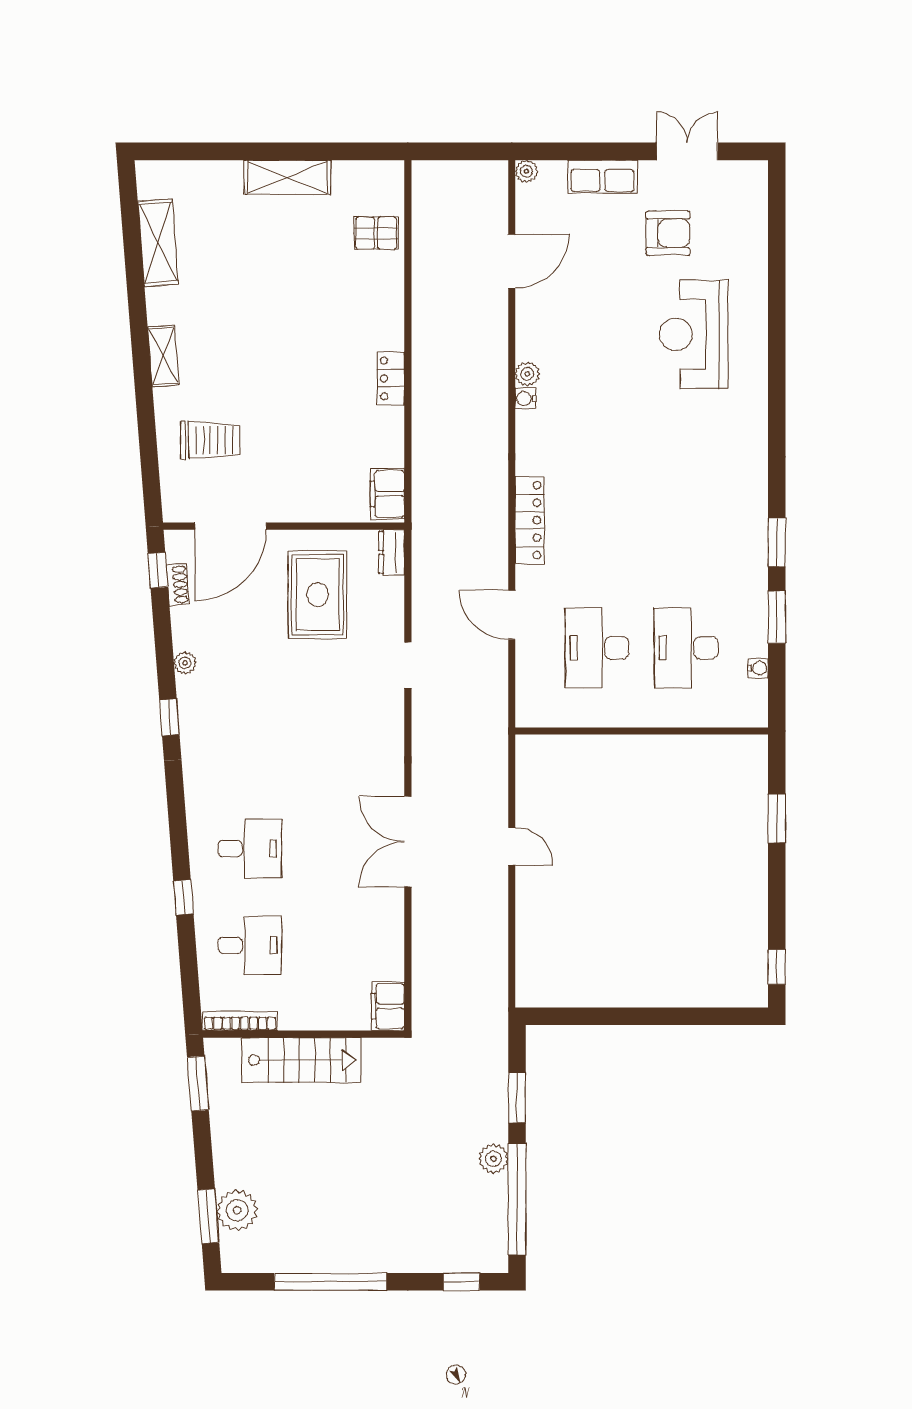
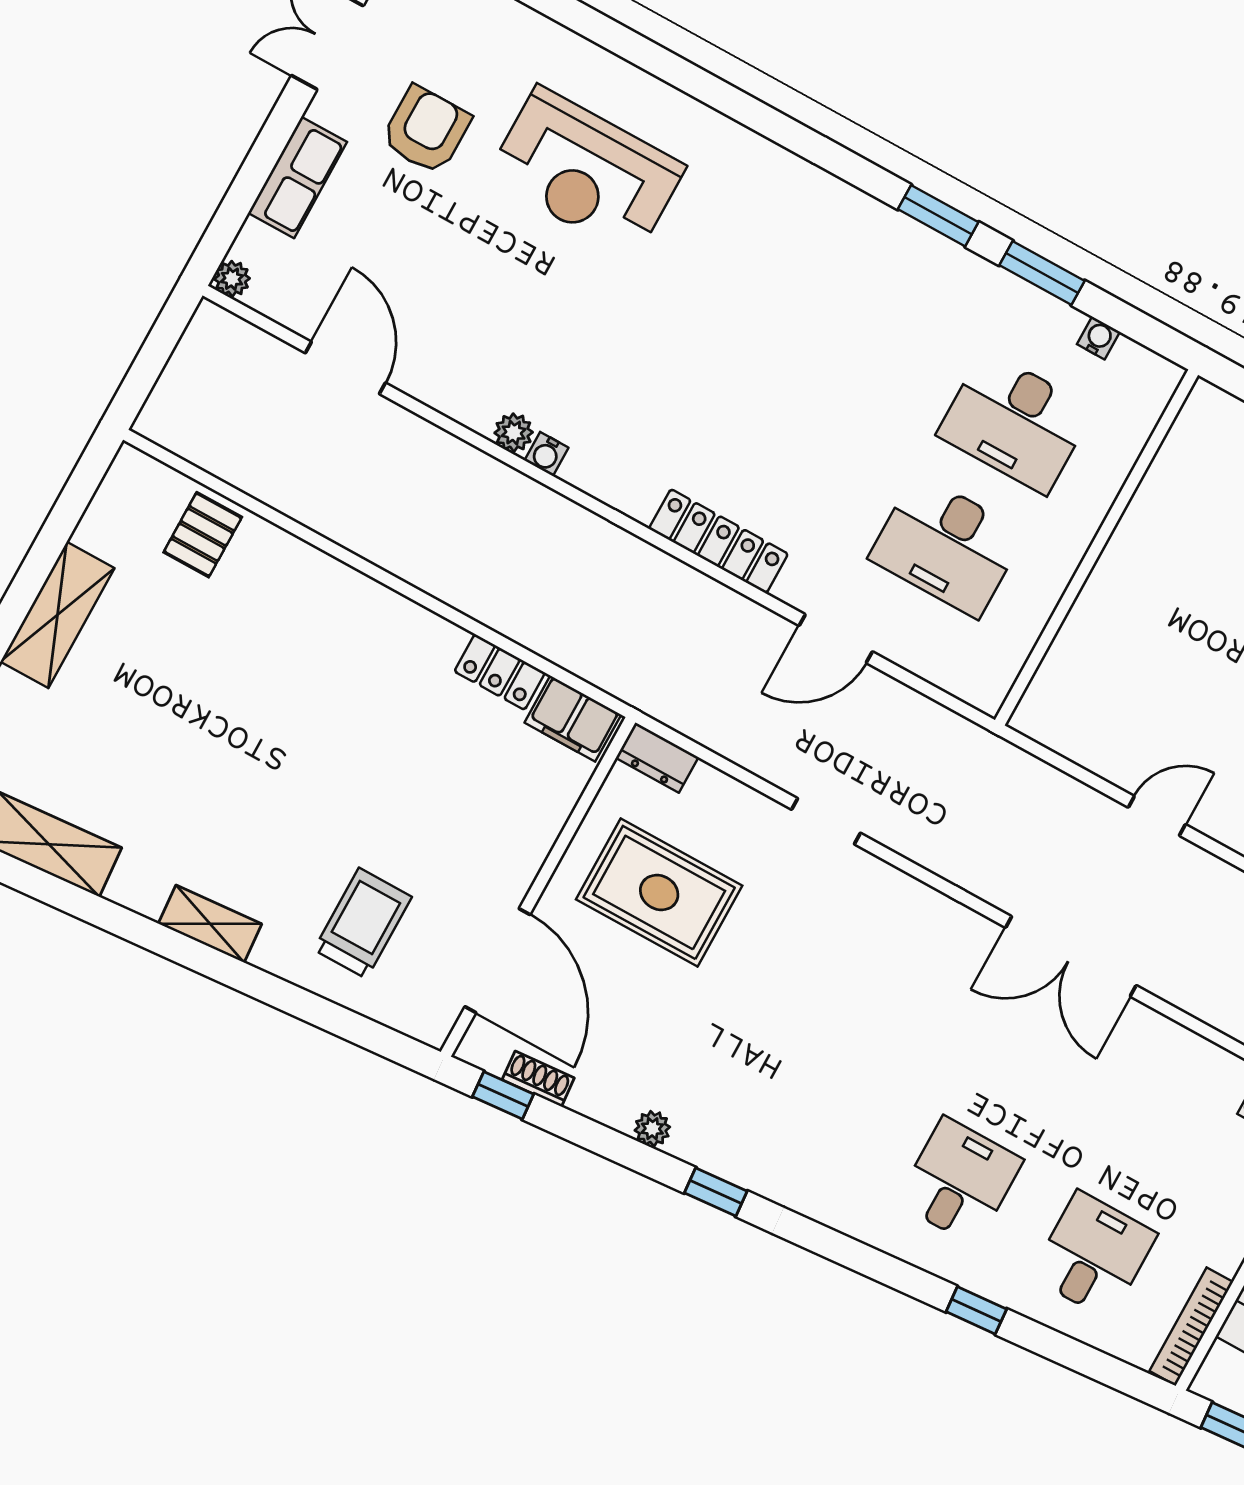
locker: (391, 378) -> (500, 672), moved

